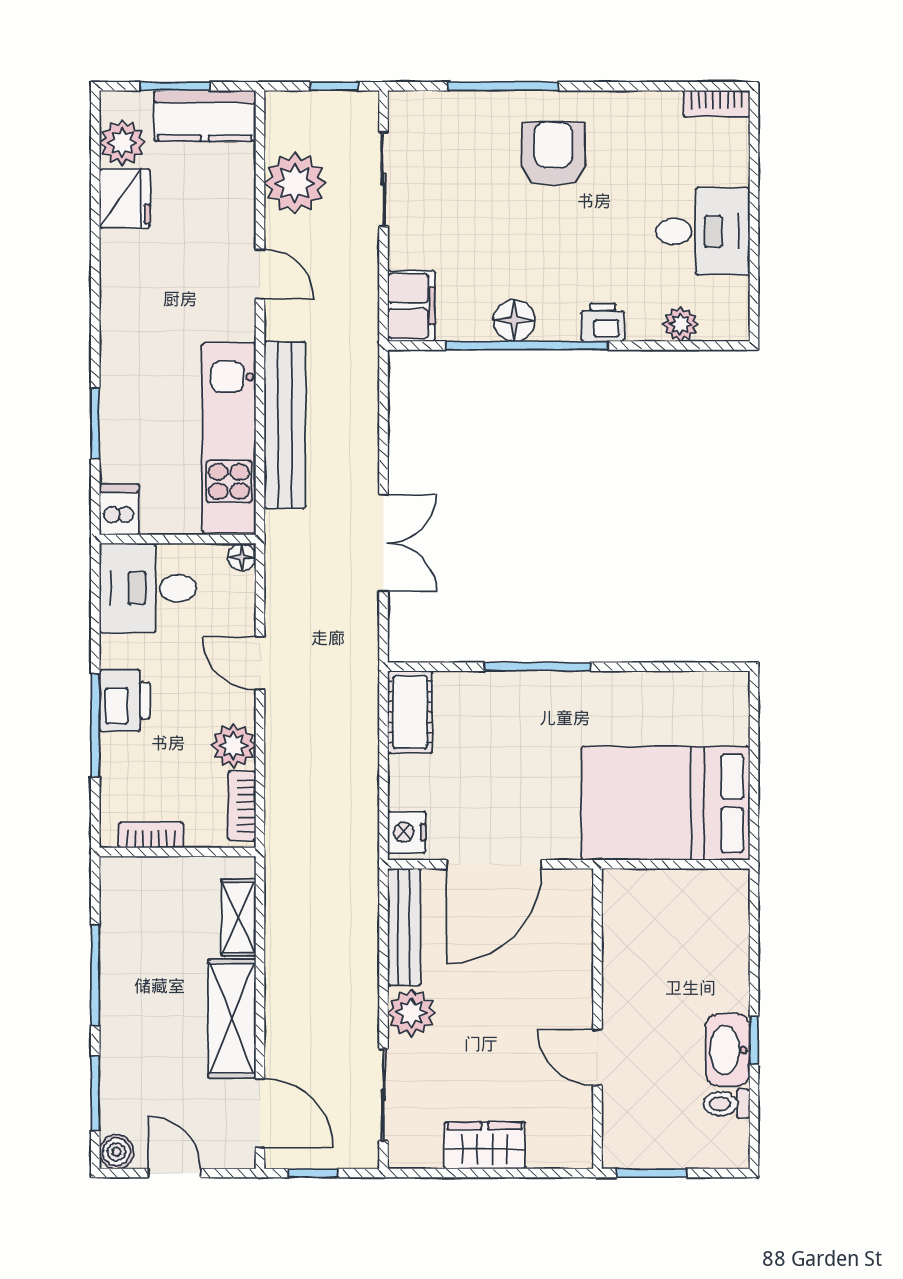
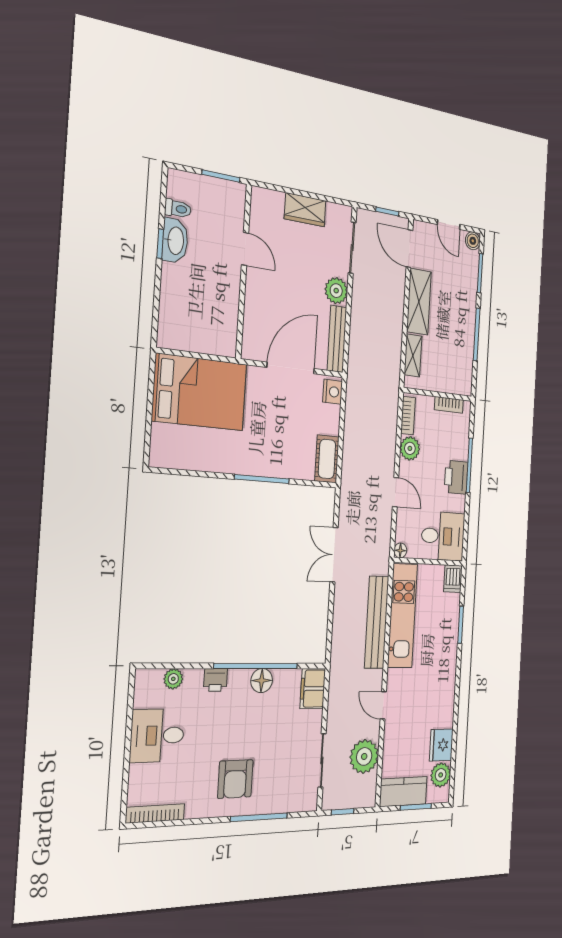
bookcase: (717, 104) -> (155, 814), width x1.56

